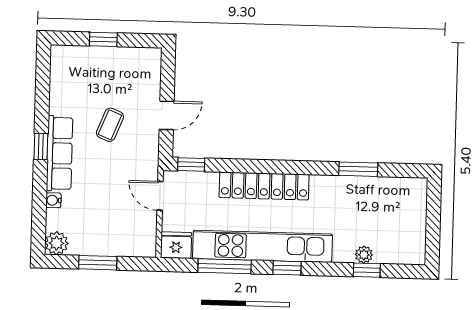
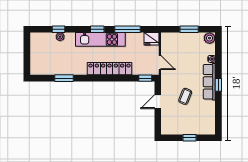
kitchen unit: (262, 246) -> (100, 39), width x0.73

